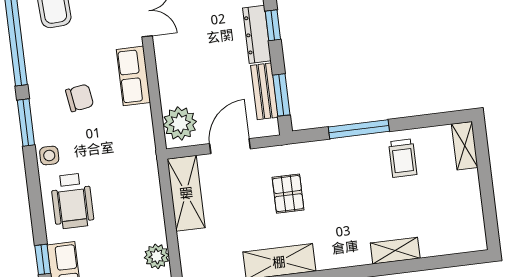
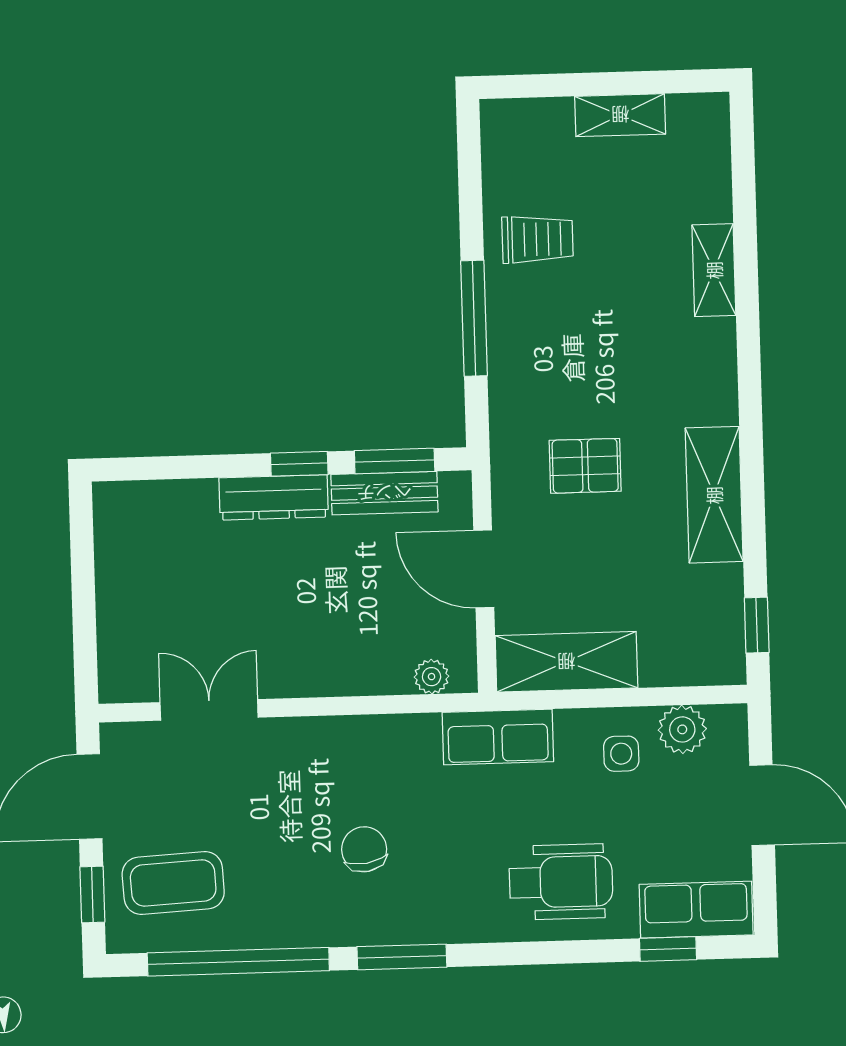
window: (273, 25) -> (299, 464), moved
row of seats: (133, 76) -> (498, 737), moved
plant: (180, 123) -> (432, 677), width x0.53, depth x0.53
shelving: (465, 146) -> (620, 115), moved
side table: (49, 155) -> (621, 754), moved

